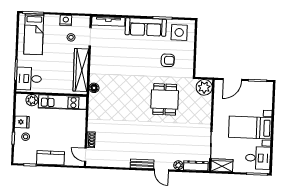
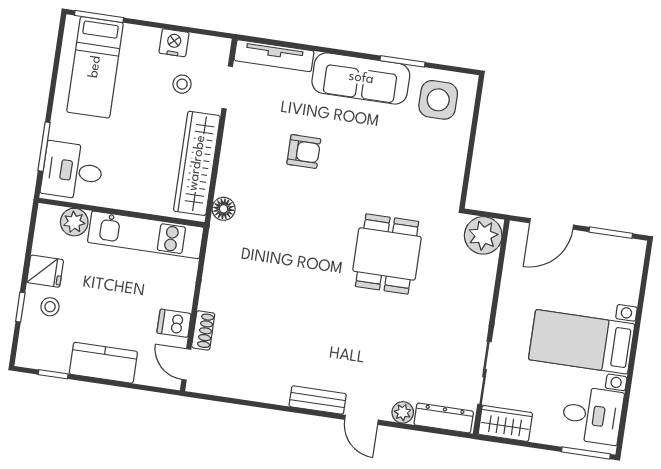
armchair: (168, 60) -> (304, 151), moved
dishwasher: (78, 138) -> (174, 323), added

